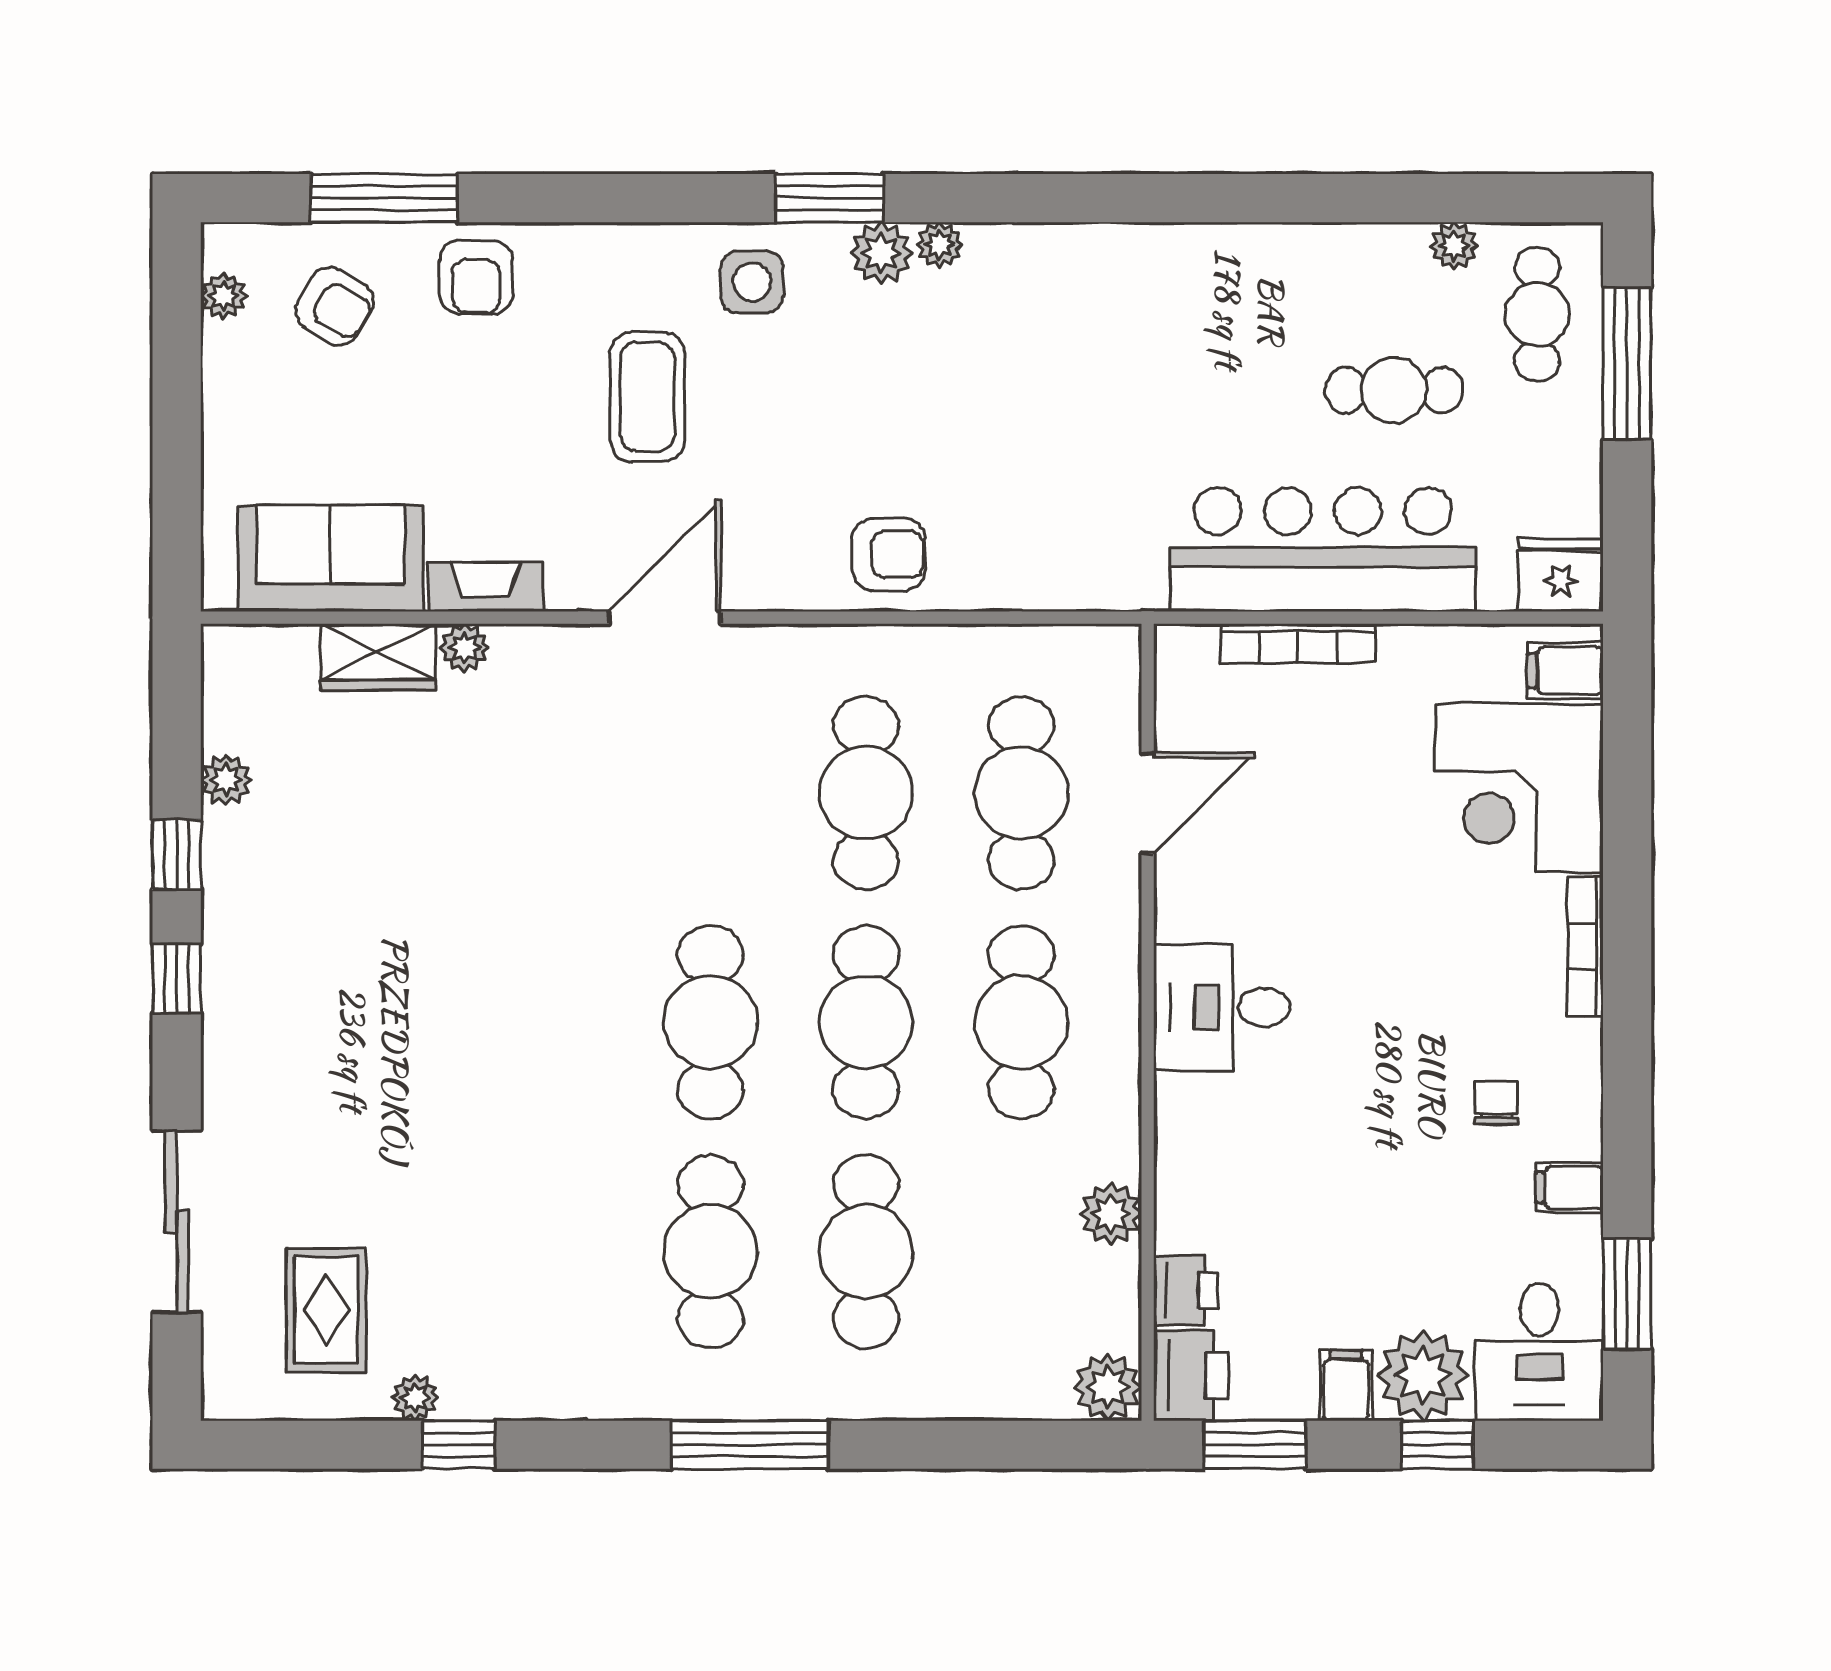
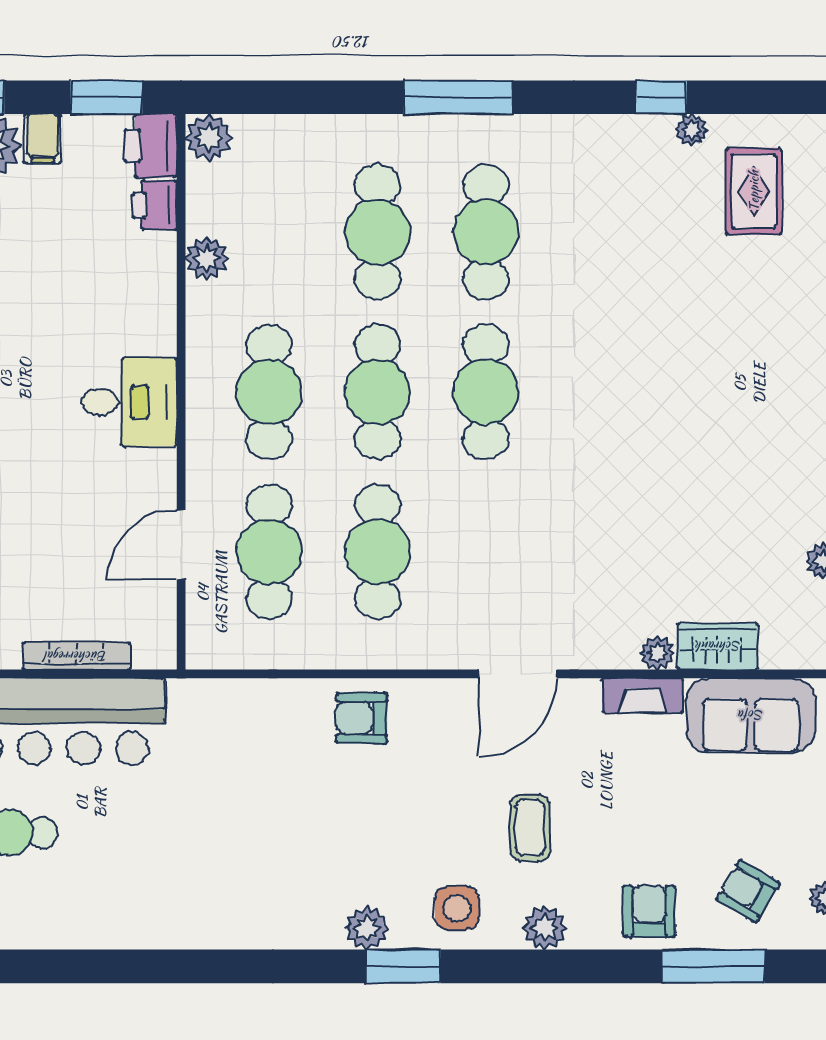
plant: (940, 245) -> (545, 928), moved, width x1.38, depth x1.38
coffee table: (647, 397) -> (530, 828), width x0.73, depth x0.77

